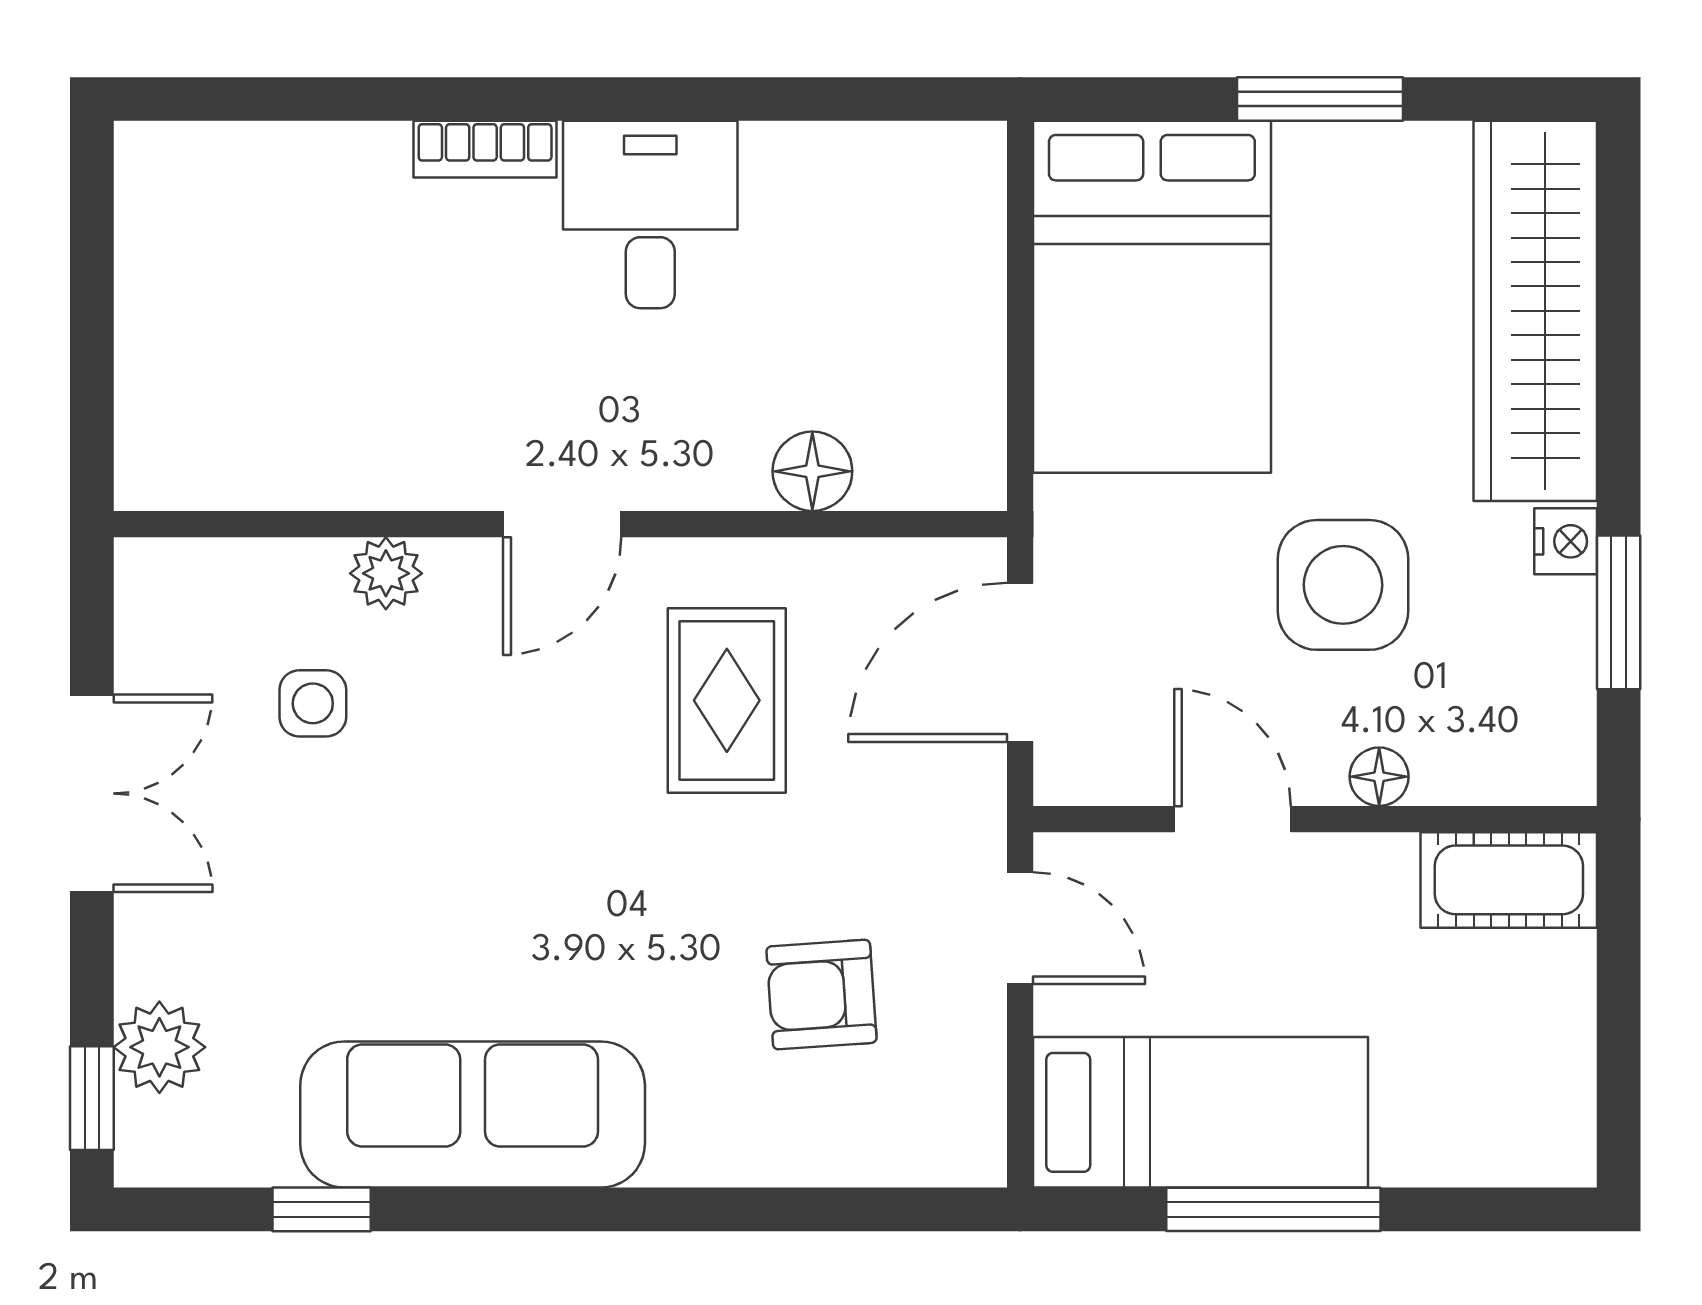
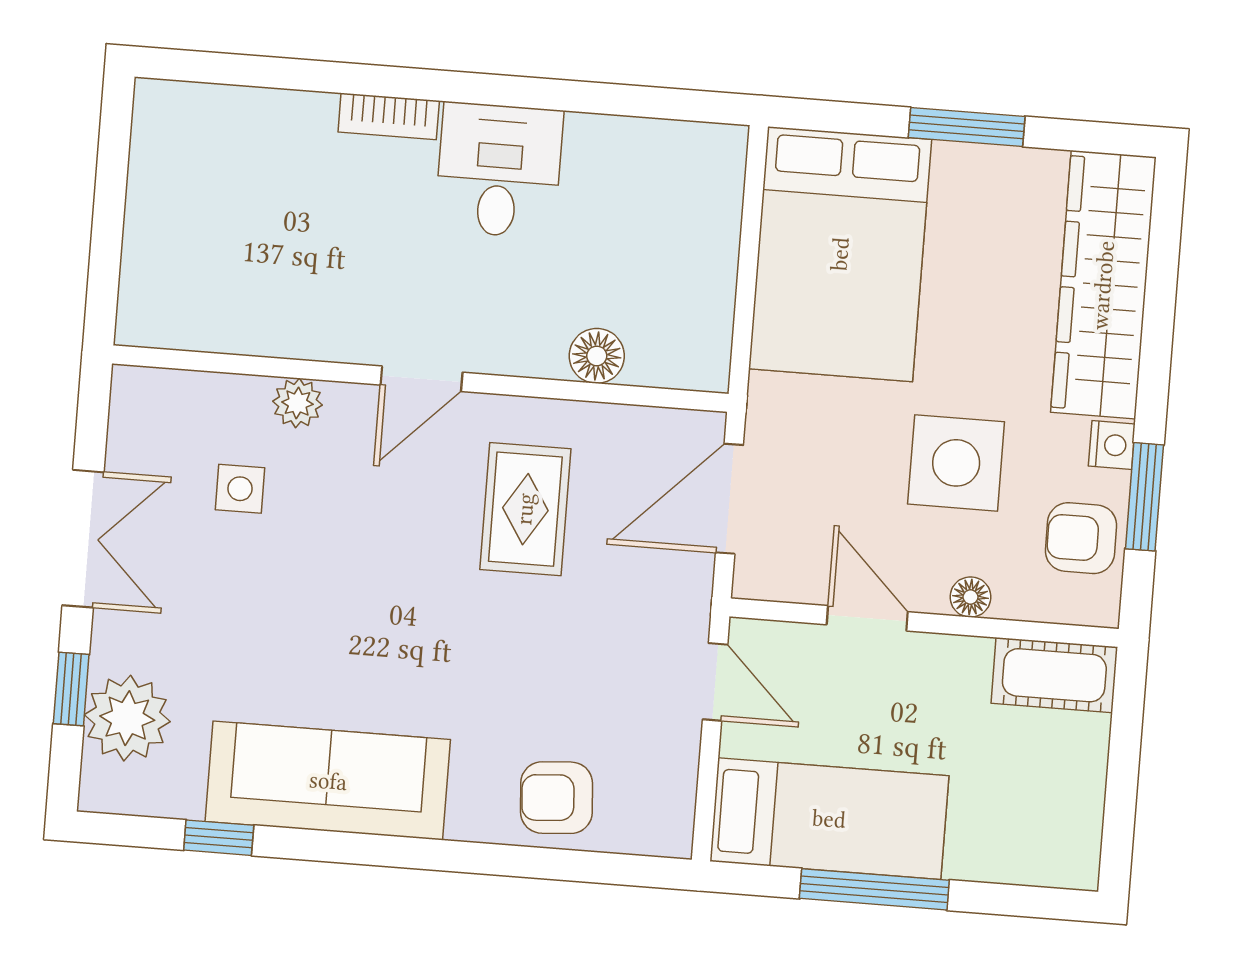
armchair: (1532, 679) -> (1081, 538), added
armchair: (822, 995) -> (556, 798), moved
plant: (159, 1047) -> (127, 718), width x1.36, depth x1.36
window: (92, 1098) -> (71, 689), moved

